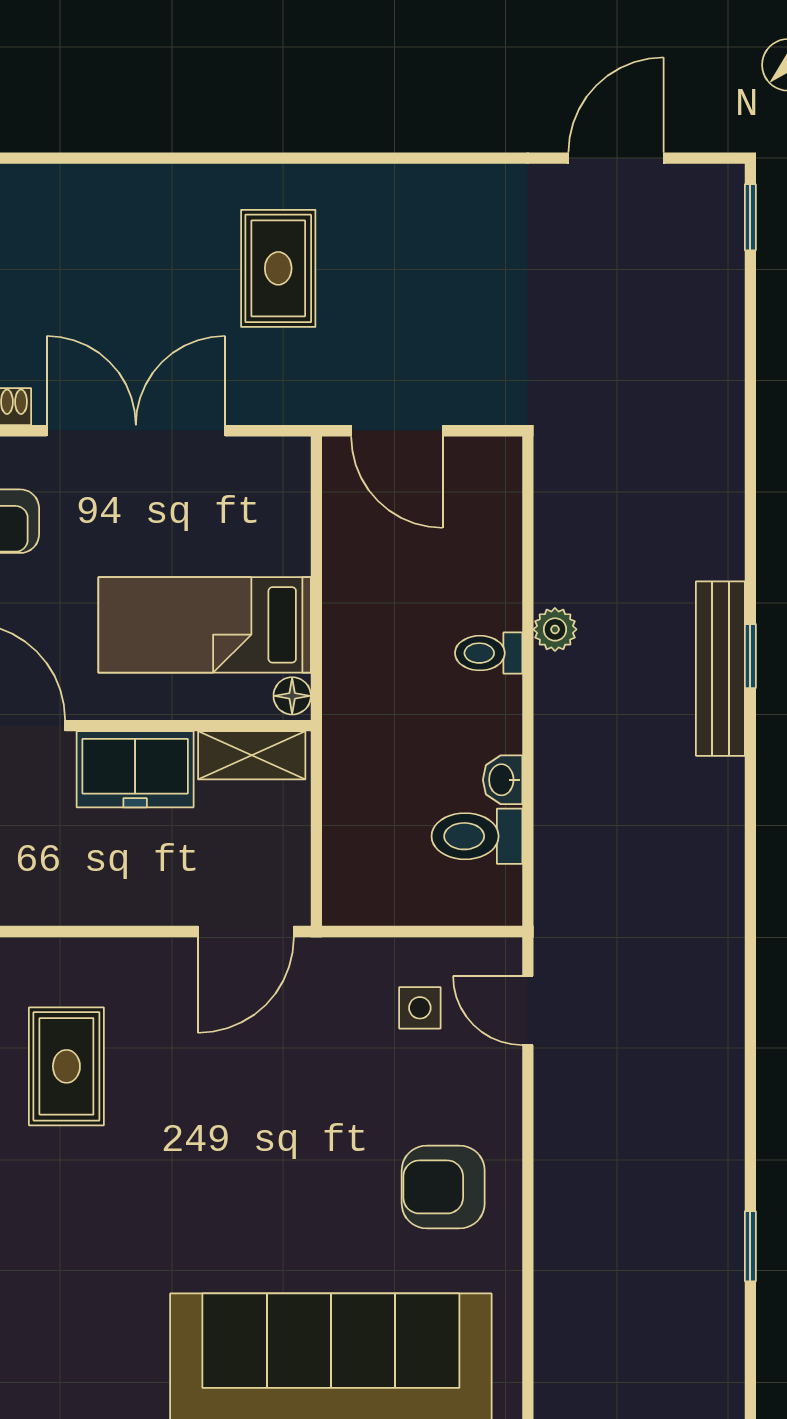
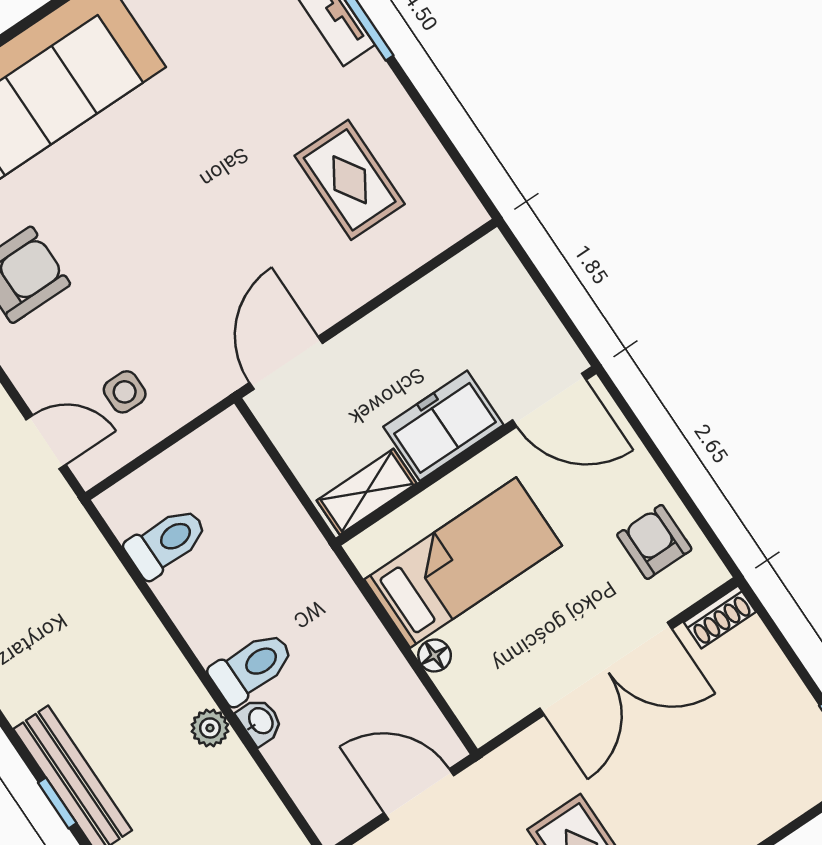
toilet: (489, 653) -> (252, 667), width x1.37, depth x1.39
floor lamp: (292, 696) -> (435, 656), moved
washbasin: (503, 780) -> (260, 721), moved

